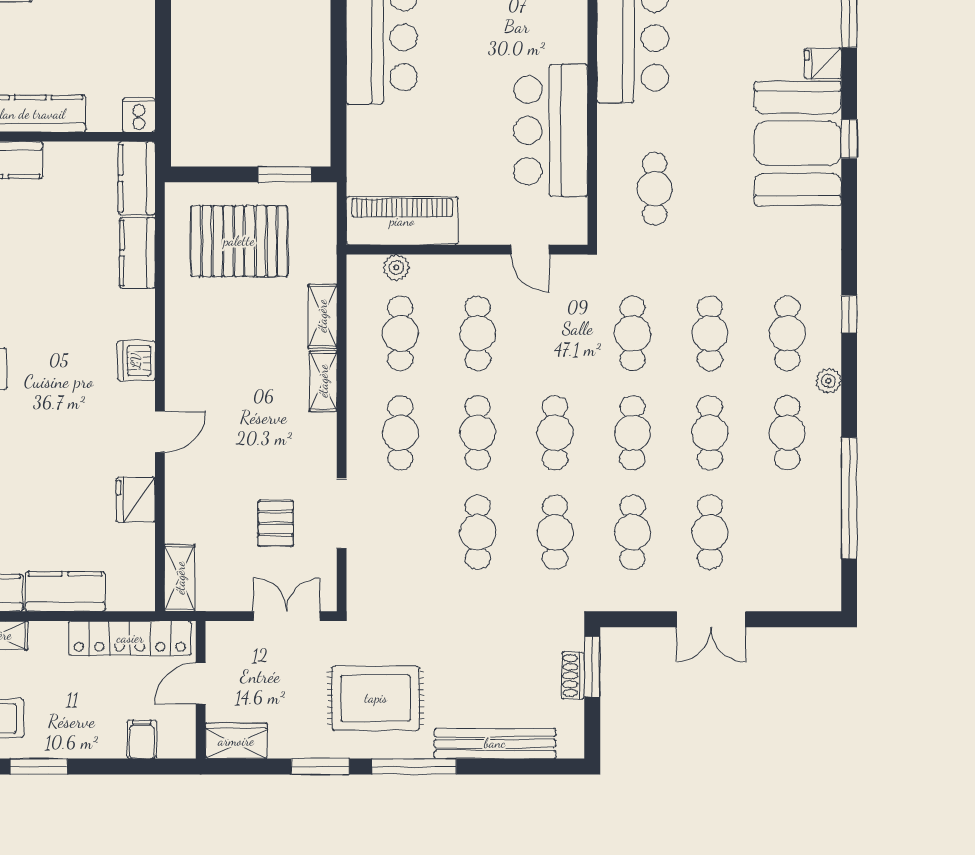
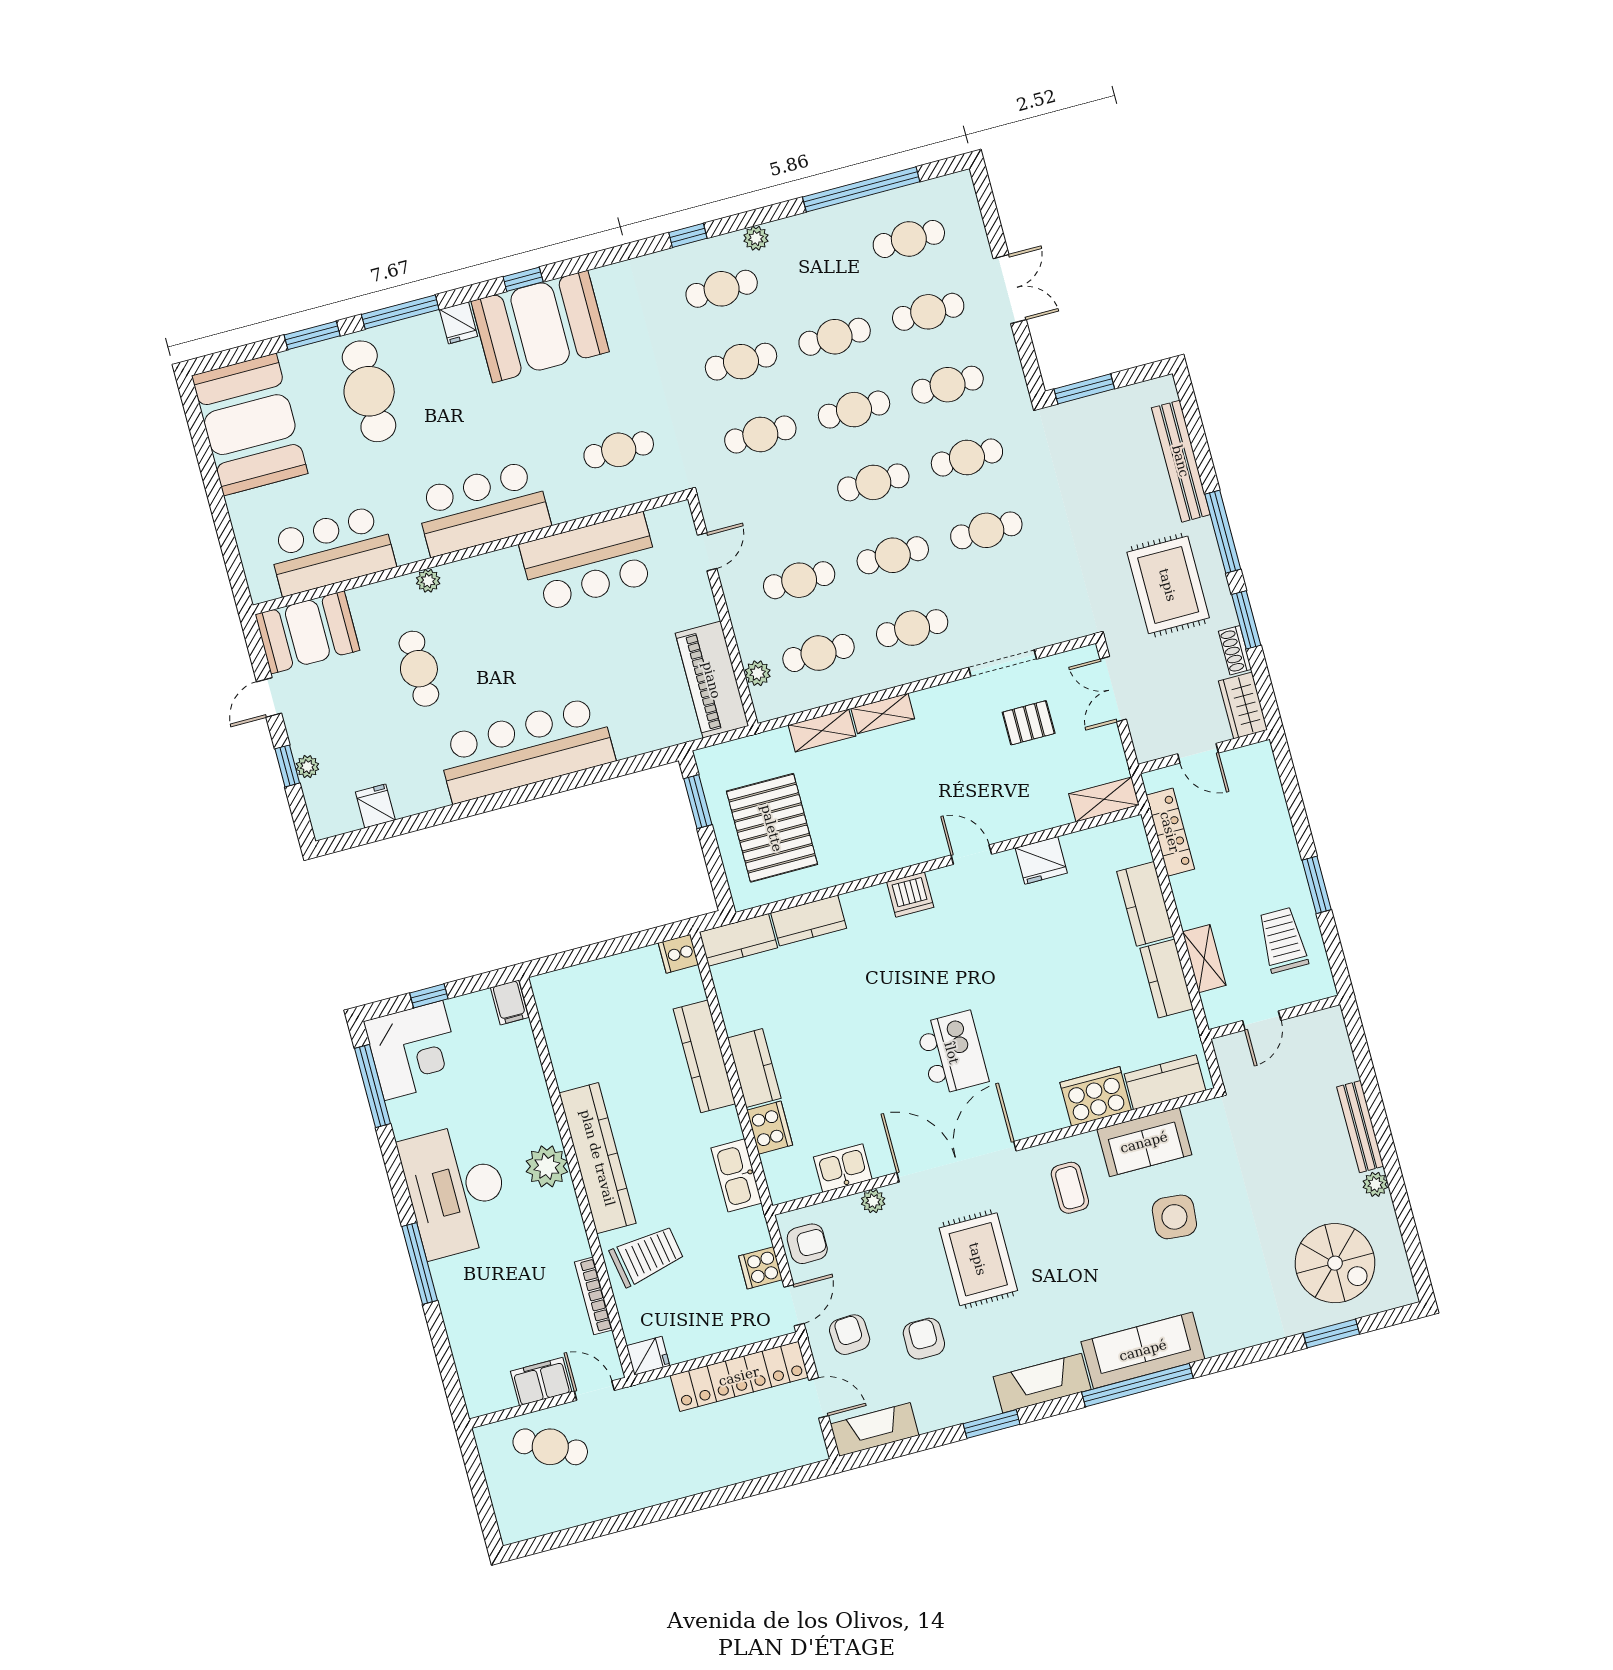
cafe table: (787, 433) -> (909, 239), moved
locker: (130, 638) -> (1170, 832), width x0.71, depth x0.83
shoe rack: (573, 676) -> (1235, 650), moved, turned 90
filing cabinet: (142, 739) -> (1265, 795), removed

